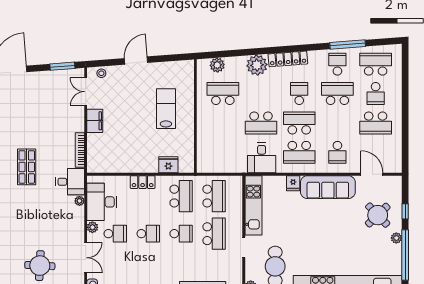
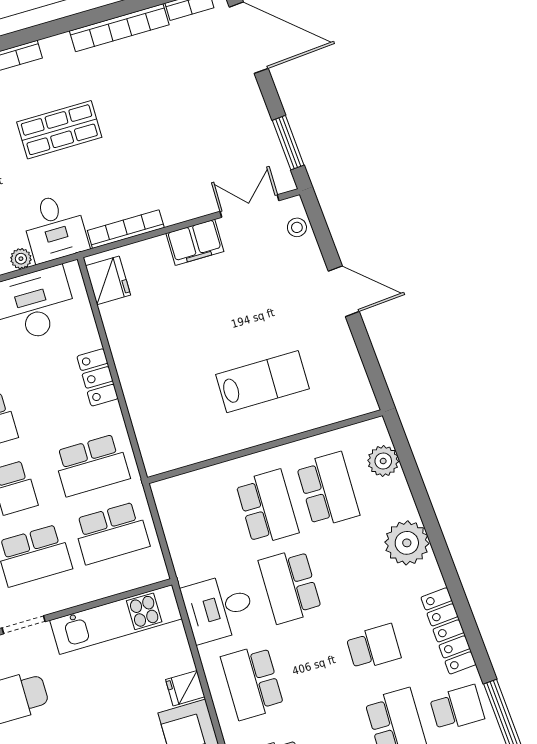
locker: (288, 59) -> (448, 631), moved
school desk: (299, 123) -> (267, 507), moved
fridge: (168, 165) -> (108, 280), moved

